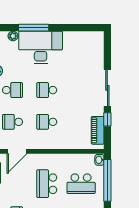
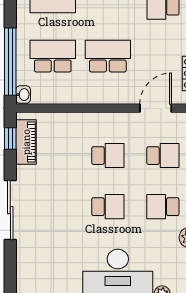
window: (107, 119) -> (10, 139), moved
school desk: (47, 184) -> (108, 56), turned -90

